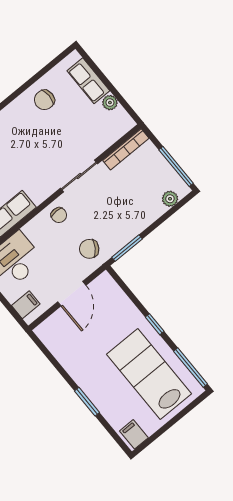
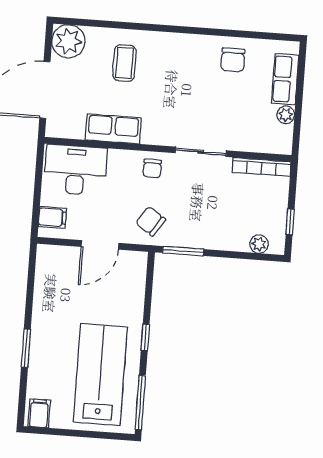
chair: (44, 100) -> (233, 60), turned -90
window: (176, 166) -> (290, 222), width x0.46

